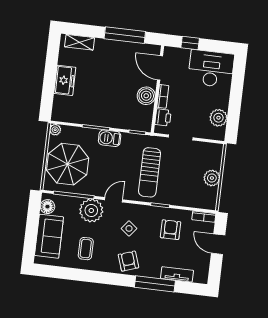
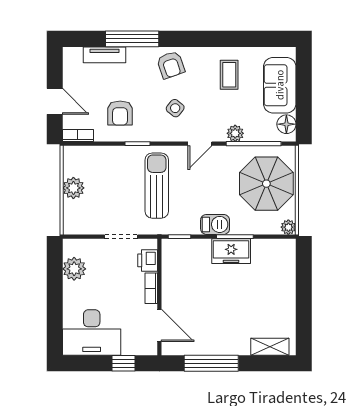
freezer: (65, 80) -> (231, 251), moved, turned -90
boiler: (146, 96) -> (173, 286), removed
plant: (91, 210) -> (235, 133), width x0.53, depth x0.53

